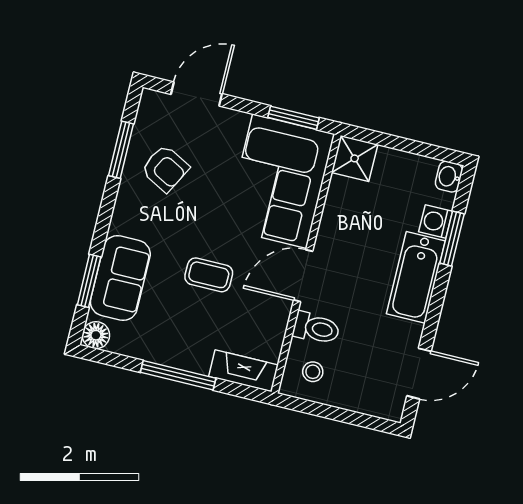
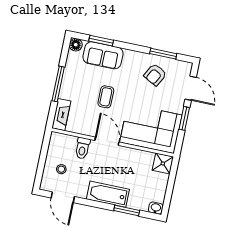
window: (293, 118) -> (184, 118), moved
washing machine: (436, 222) -> (134, 203), removed
stool: (313, 372) -> (61, 169), moved

